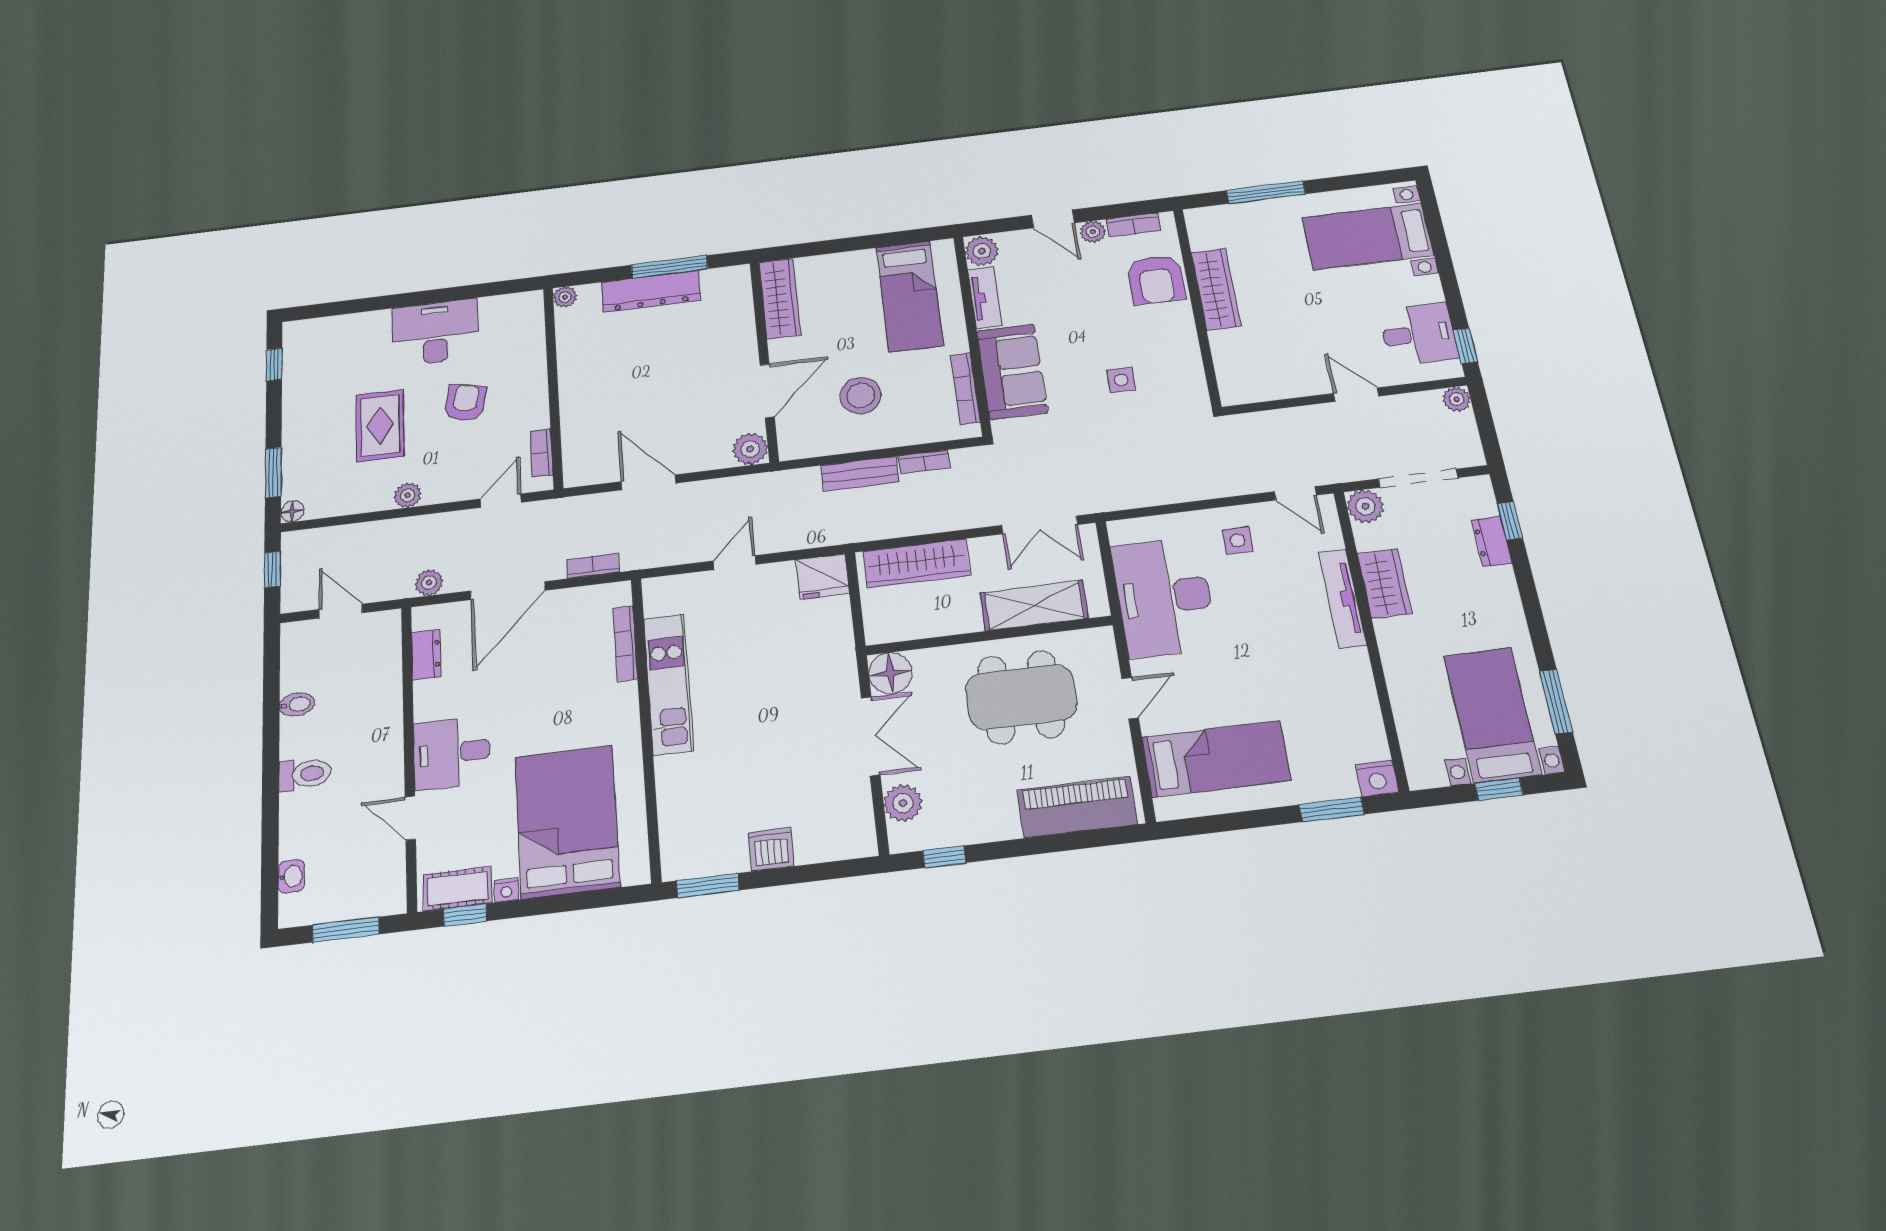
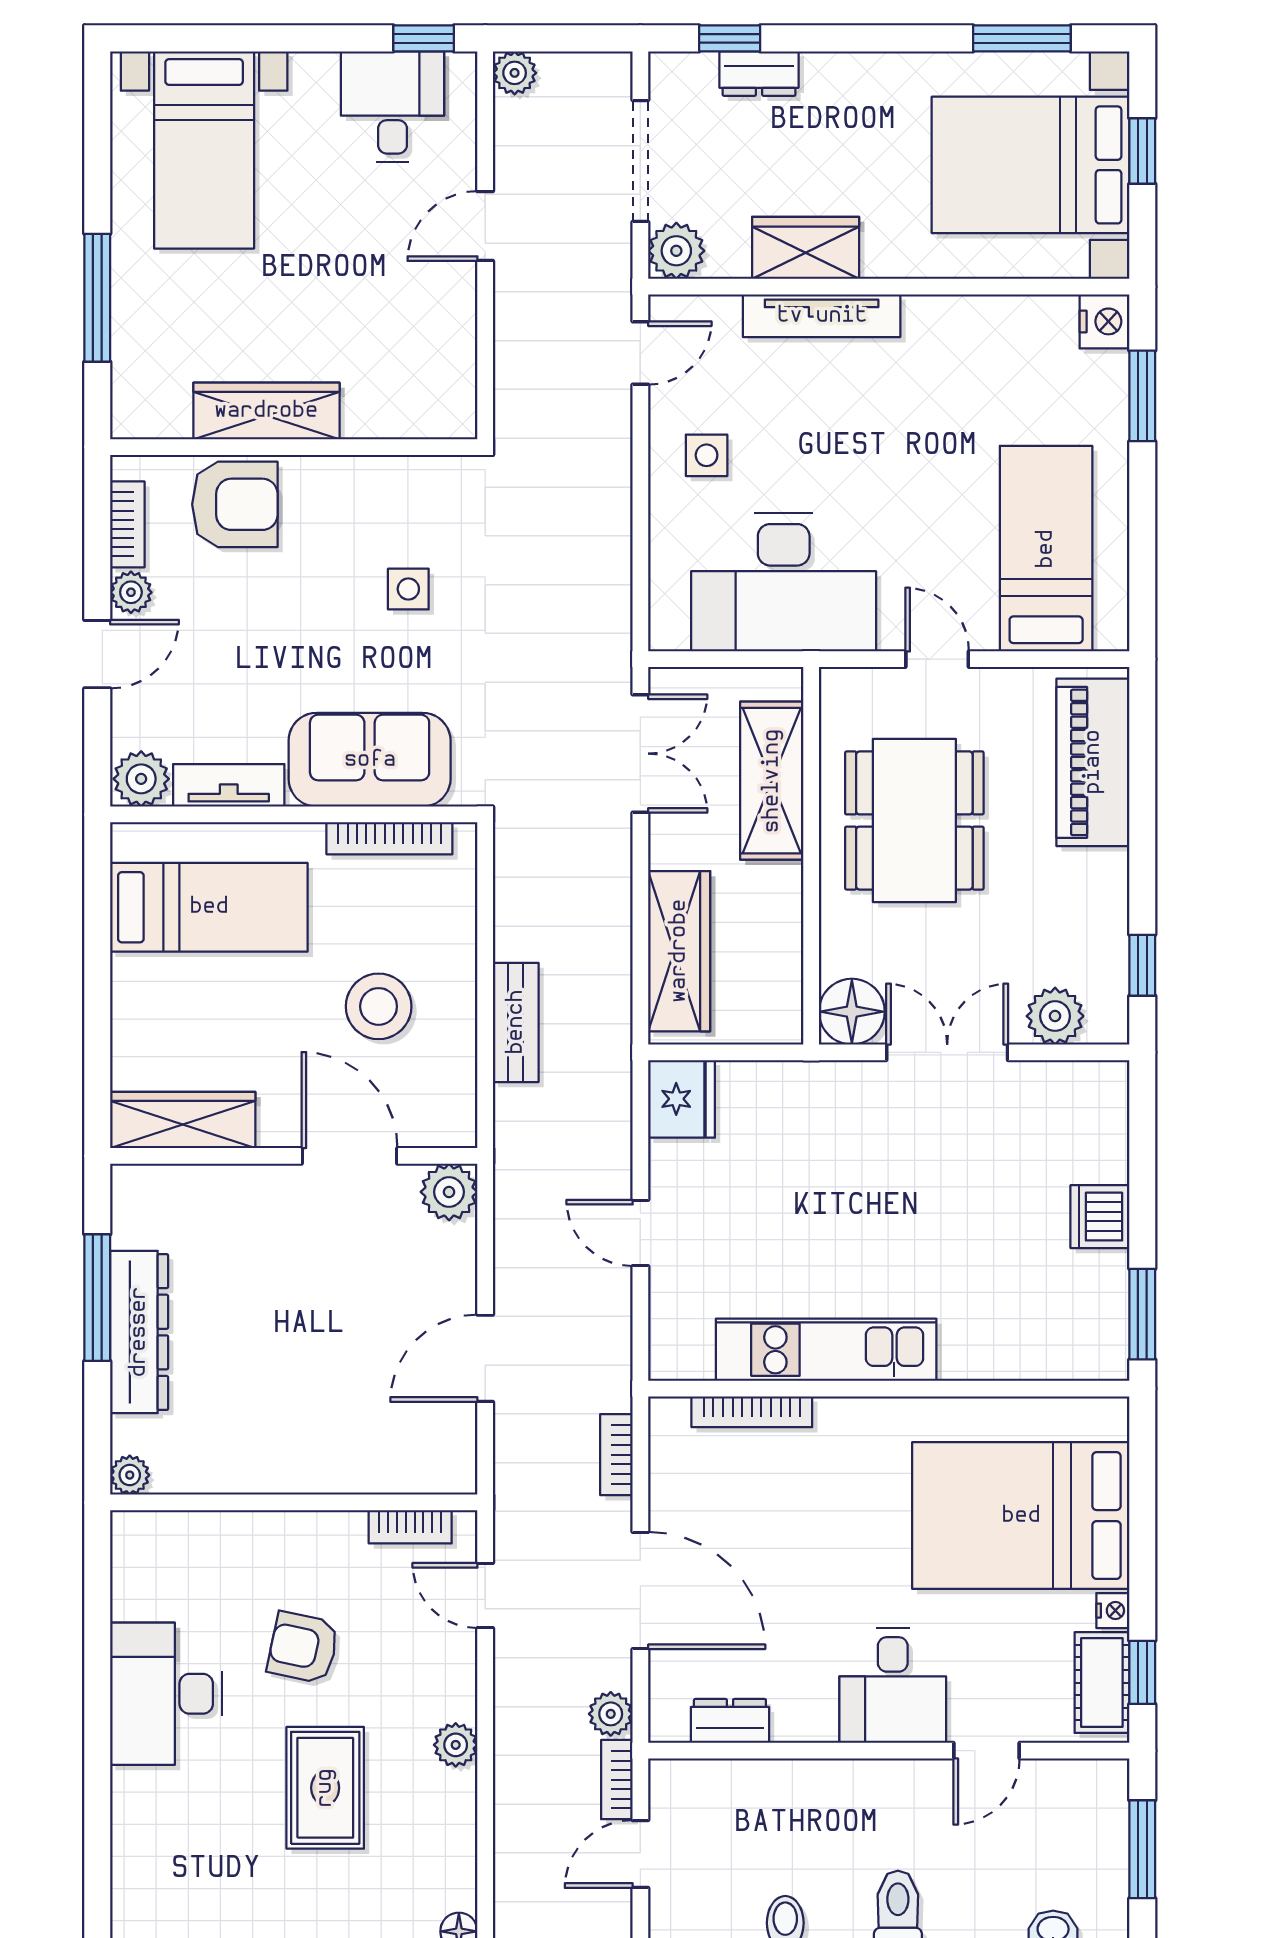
rug: (380, 425) -> (325, 1788), turned 90
bookcase: (924, 462) -> (617, 1780), moved, turned 180
bed with nightstands: (1492, 715) -> (1030, 165), width x1.36

